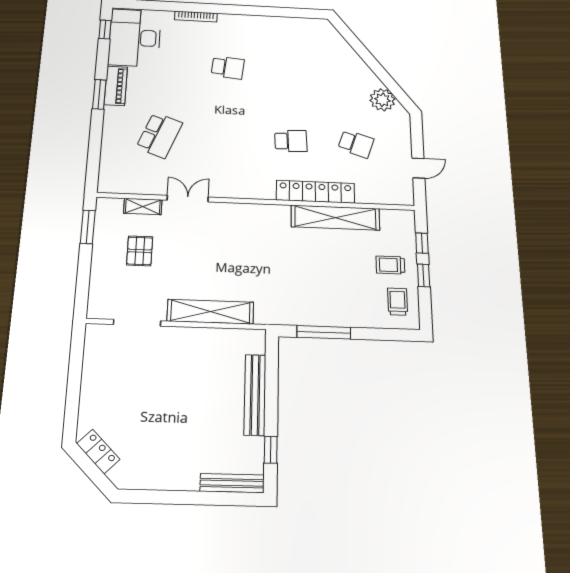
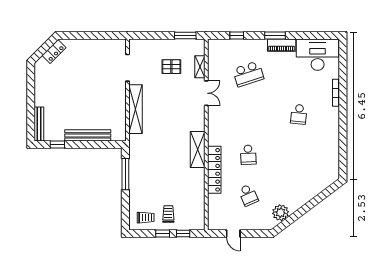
window: (105, 29) -> (237, 35), moved
school desk: (159, 135) -> (248, 74), turned -39
school desk: (356, 144) -> (248, 195), turned -42
shelving: (335, 218) -> (198, 150), moved, width x0.68

